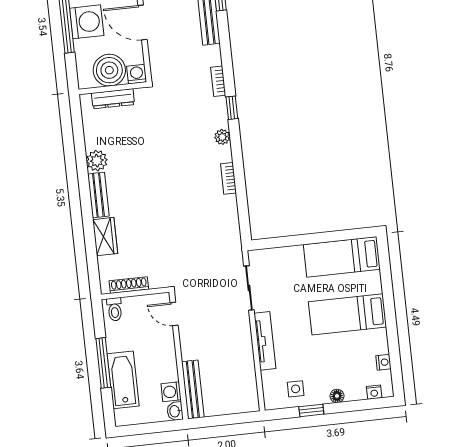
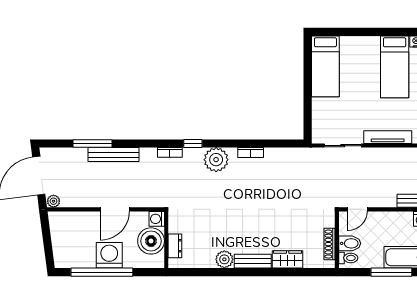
dresser: (113, 99) -> (175, 246), width x0.70
plant: (222, 137) -> (216, 160), width x1.87, depth x1.87
bidet: (132, 309) -> (350, 243), added
bed: (348, 314) -> (395, 67), moved

